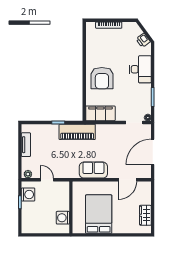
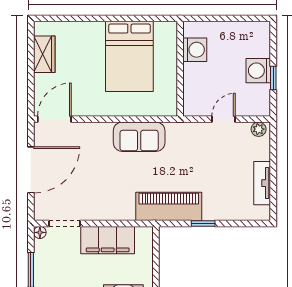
filing cabinet: (100, 113) -> (108, 240), moved
door: (47, 180) -> (224, 119), swing flipped
door: (127, 180) -> (54, 119), moved
washing machine: (28, 194) -> (258, 71), moved

